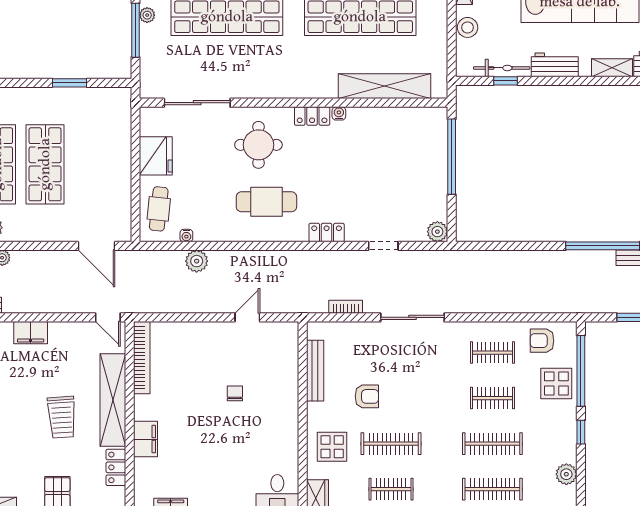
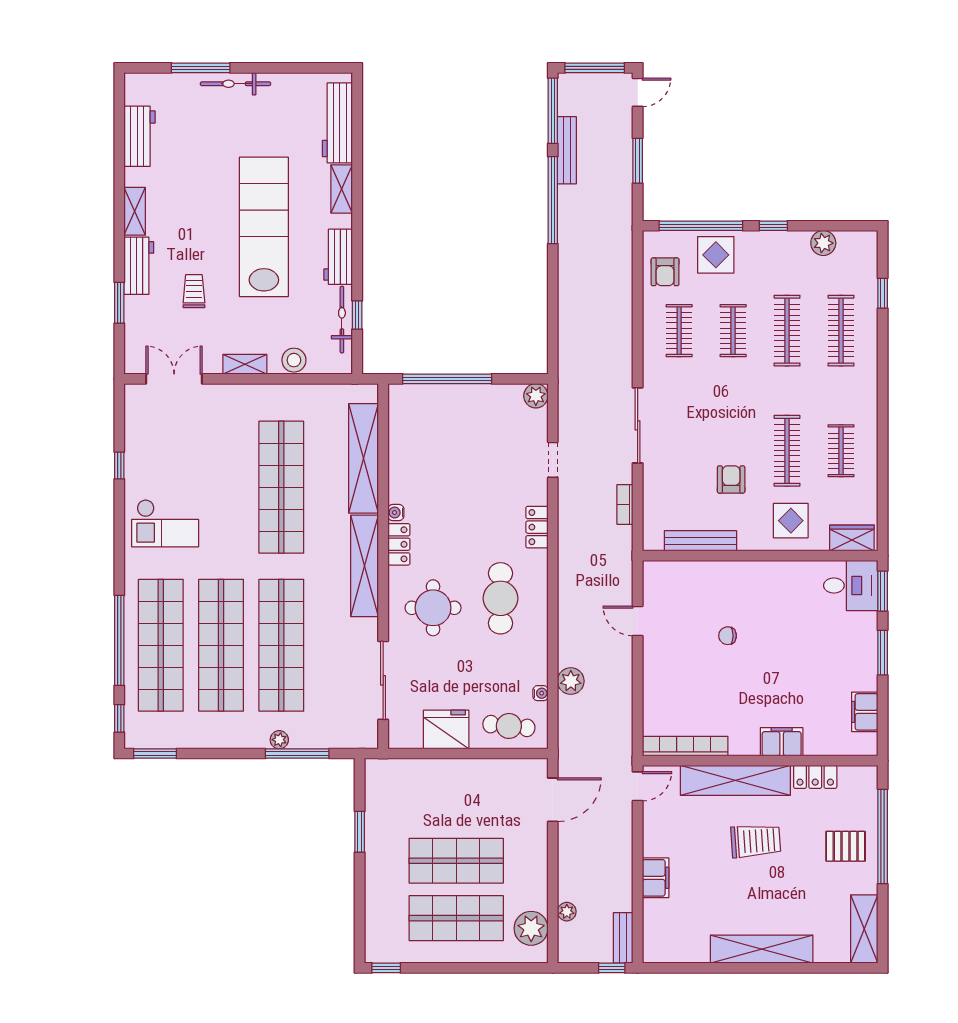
shelving: (294, 87) -> (365, 566), added

